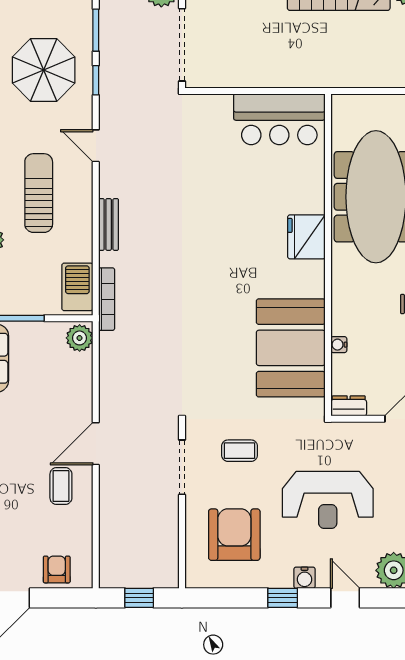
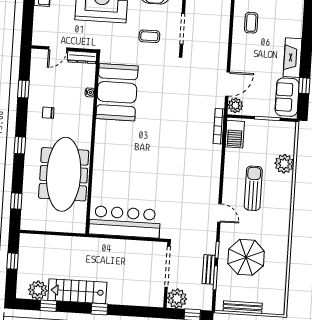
bar counter: (279, 119) -> (125, 222), width x1.36
sun lounger: (39, 193) -> (253, 188), turned 180
bench: (109, 224) -> (209, 269), moved
fridge: (306, 237) -> (104, 154), removed
dresser: (349, 406) -> (82, 57), width x1.44
door: (96, 444) -> (228, 84), moved

